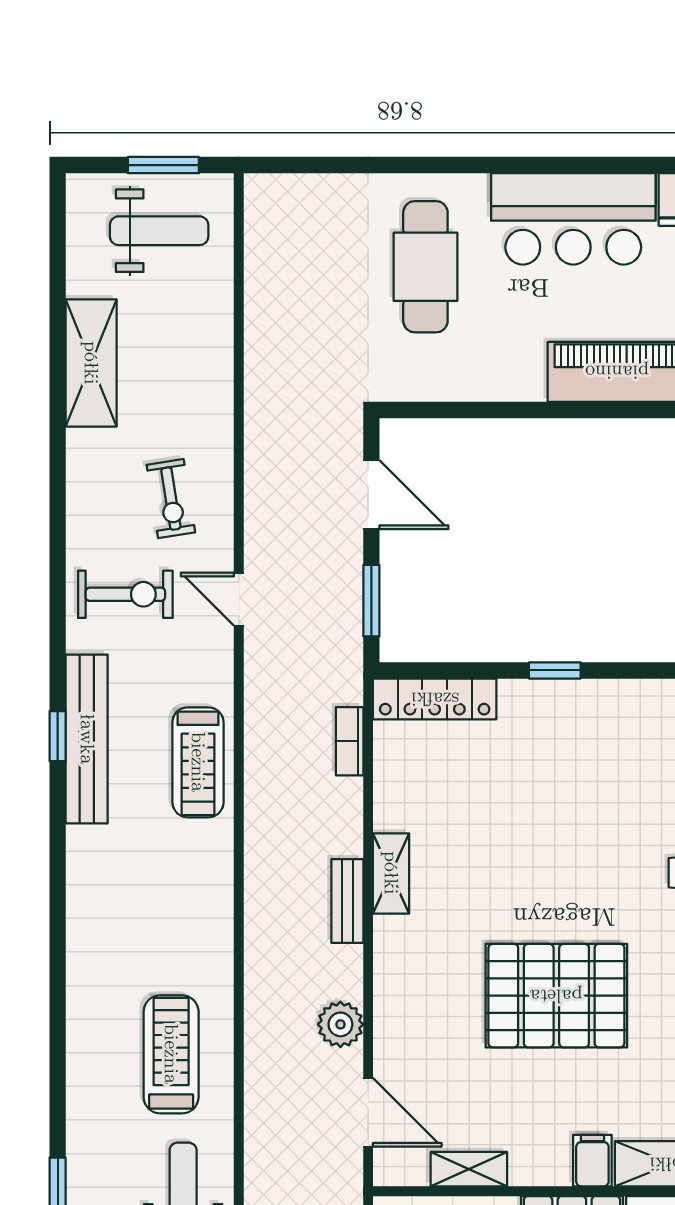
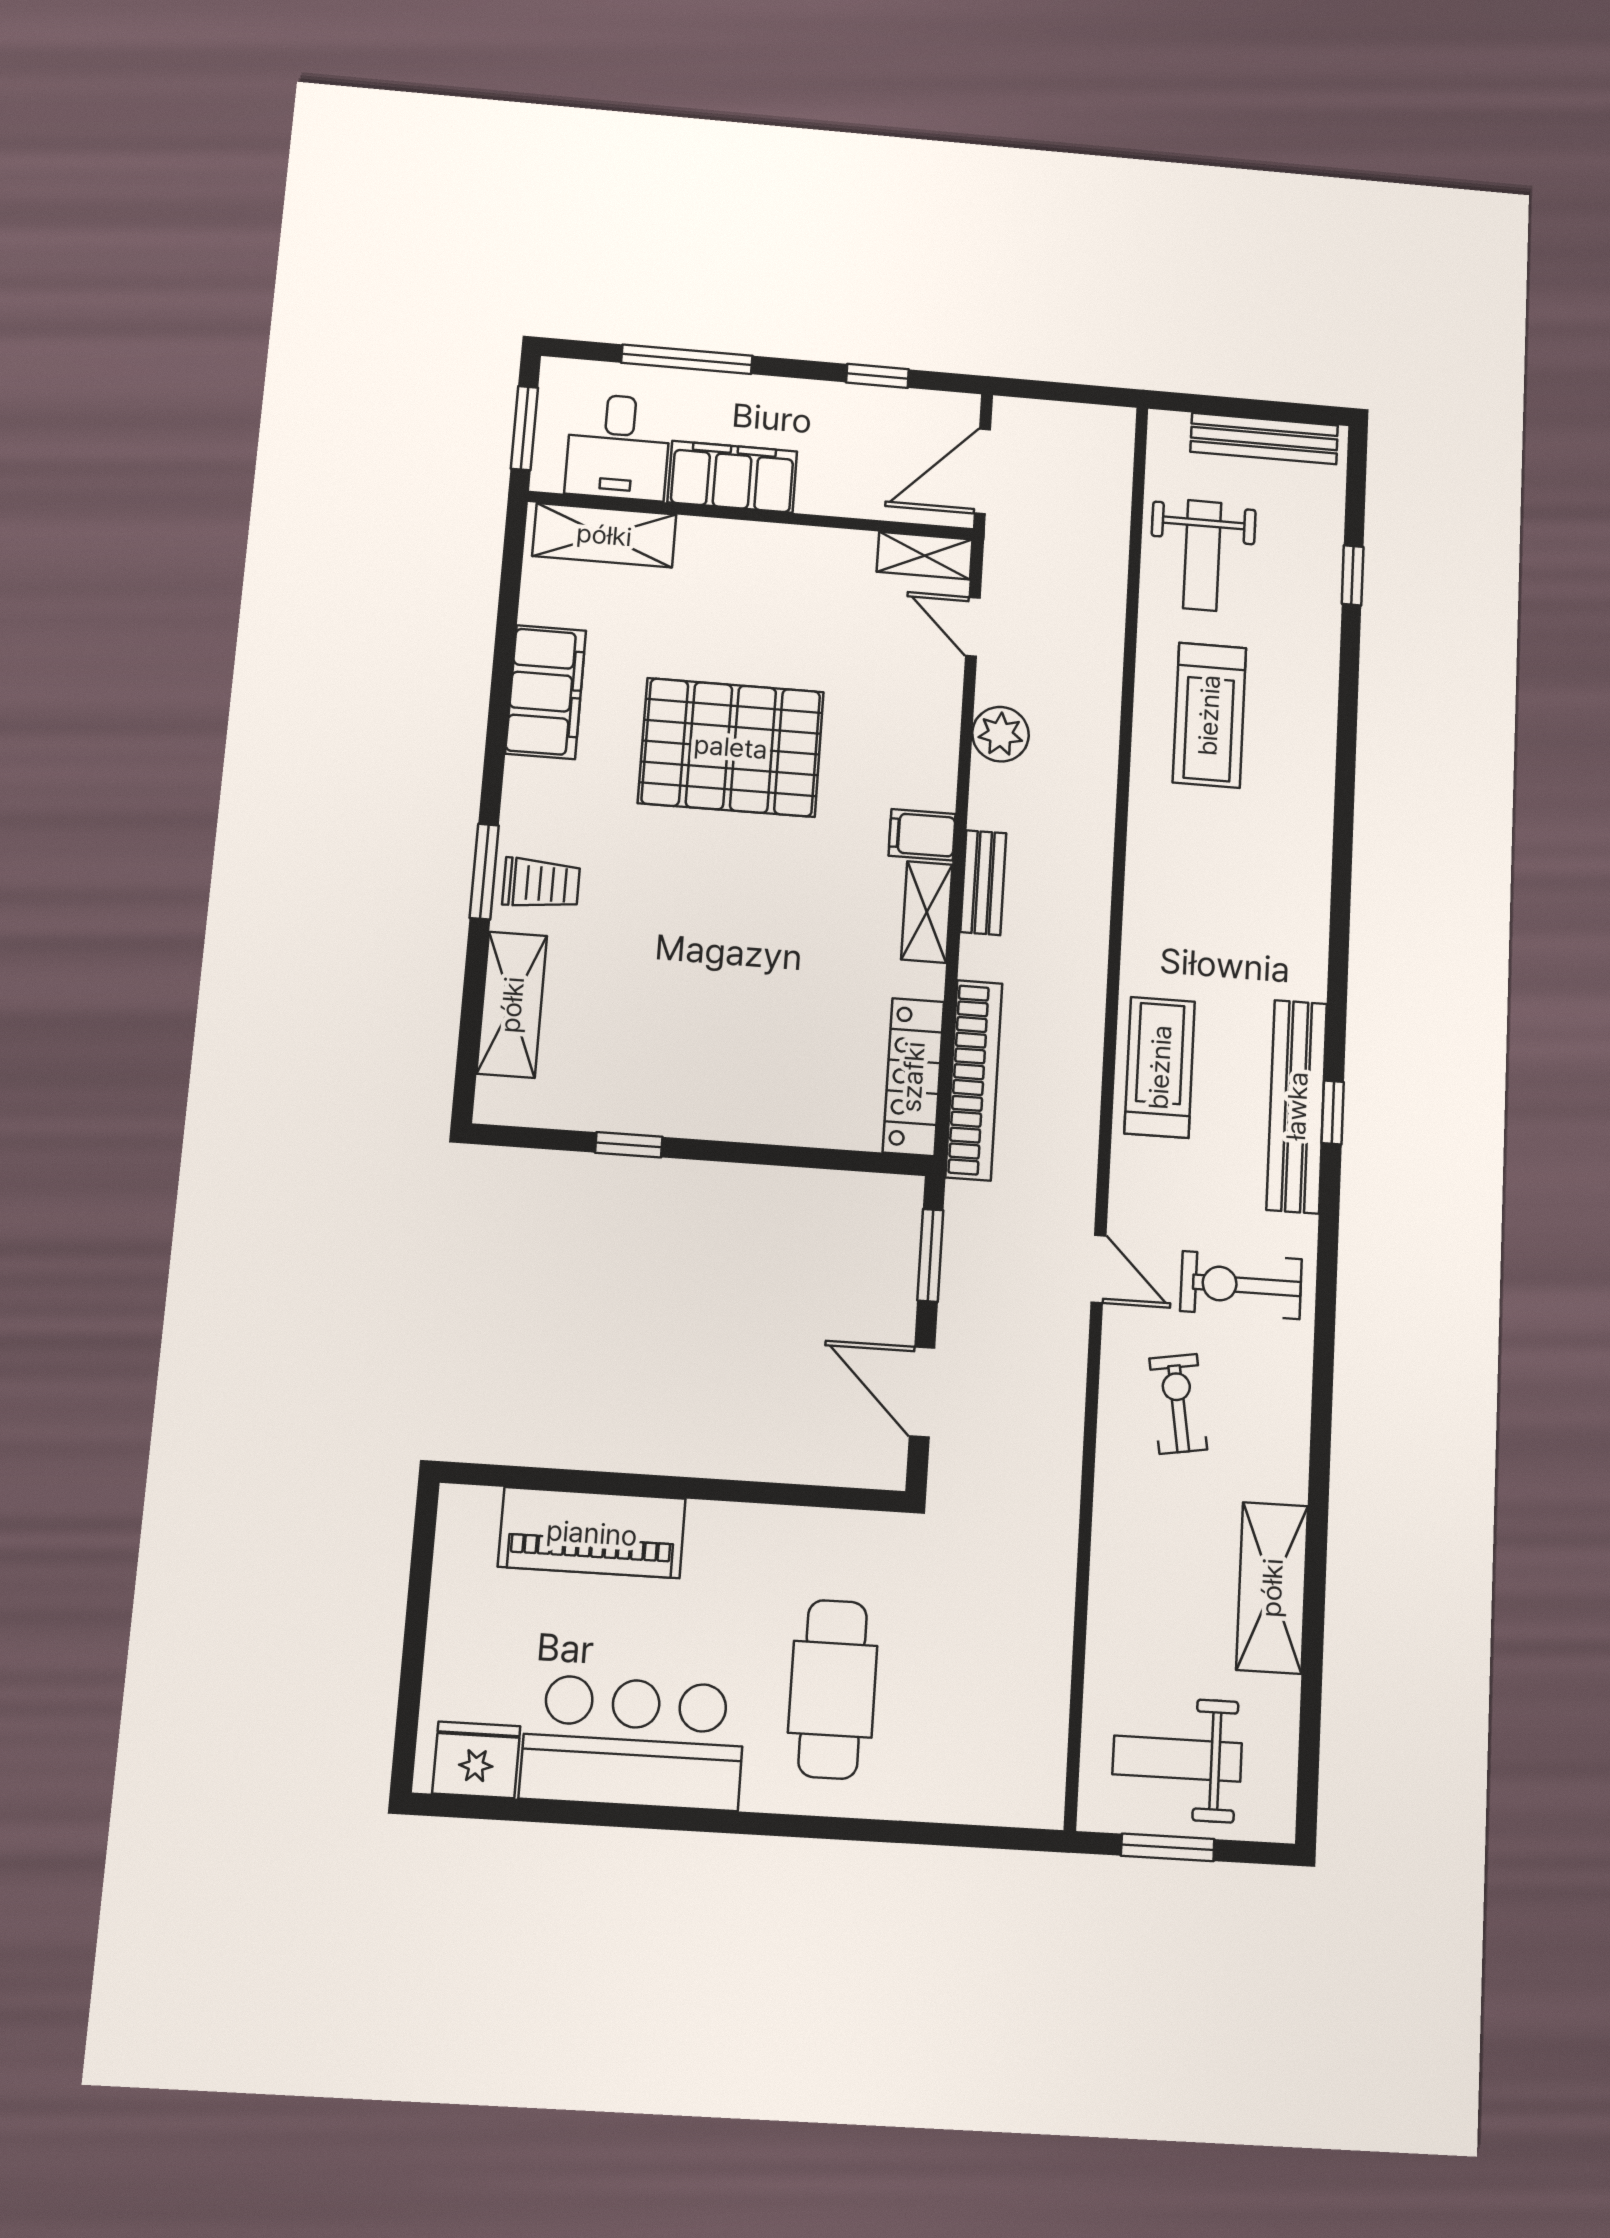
window: (555, 670) -> (629, 1145), moved
locker: (435, 699) -> (913, 1077), moved, turned -90
bookcase: (350, 741) -> (974, 1080), width x2.31, depth x1.31
door: (368, 1112) -> (973, 627), width x0.73
filing cabinet: (592, 1161) -> (922, 835), moved, turned 90
shelving: (469, 1169) -> (925, 556), moved

